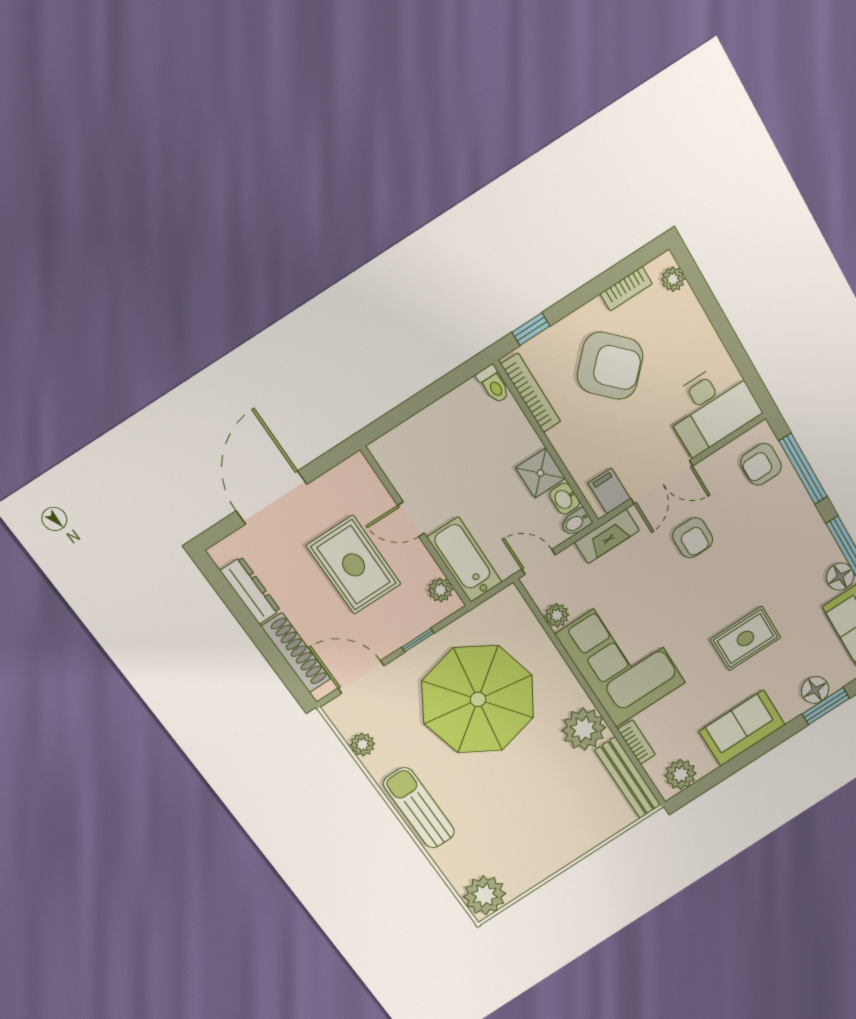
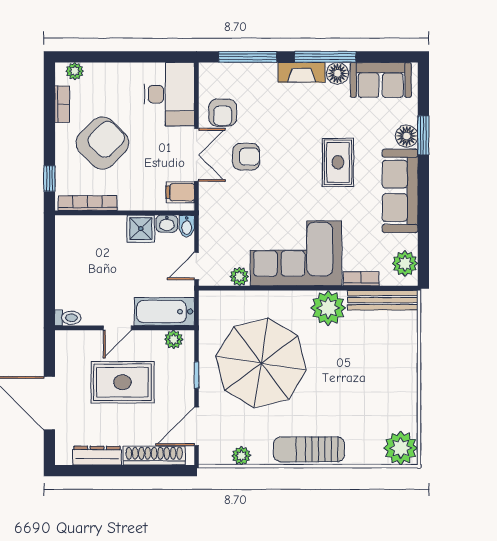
toilet: (493, 384) -> (68, 318), moved
armchair: (761, 464) -> (223, 112), moved
fireplace: (607, 536) -> (301, 72), moved, turned 90
sofa: (742, 728) -> (400, 191), width x1.36

